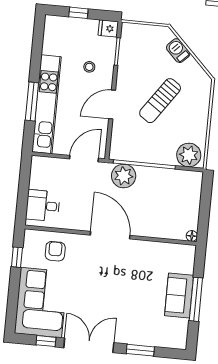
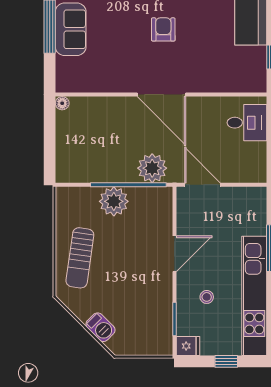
sun lounger: (160, 101) -> (80, 258), moved, turned 153
kitchen unit: (47, 104) -> (254, 296), moved
plant: (189, 155) -> (114, 201), moved
door: (84, 159) -> (202, 185), swing flipped
armchair: (55, 251) -> (163, 29), moved, turned 180

